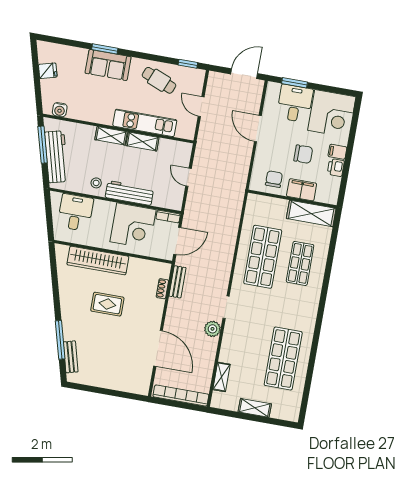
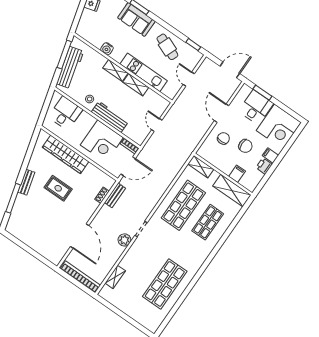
water cooler: (60, 110) -> (107, 49), moved
chair: (274, 179) -> (223, 138), moved
filing cabinet: (302, 190) -> (237, 174), width x0.50
bench: (71, 357) -> (26, 182), moved
shelving: (255, 408) -> (201, 167), moved

